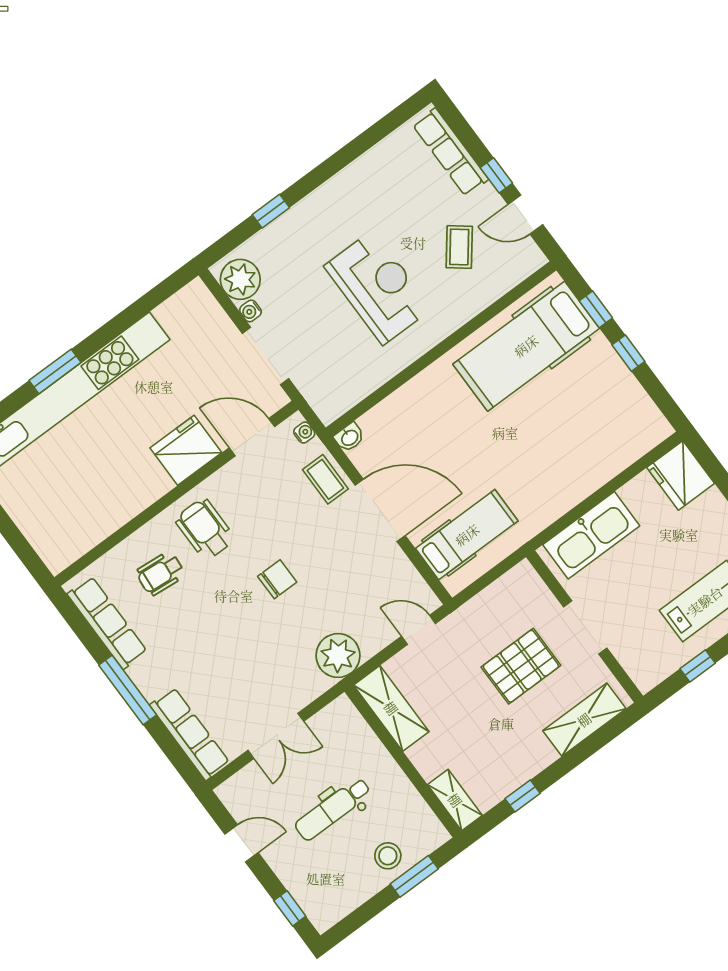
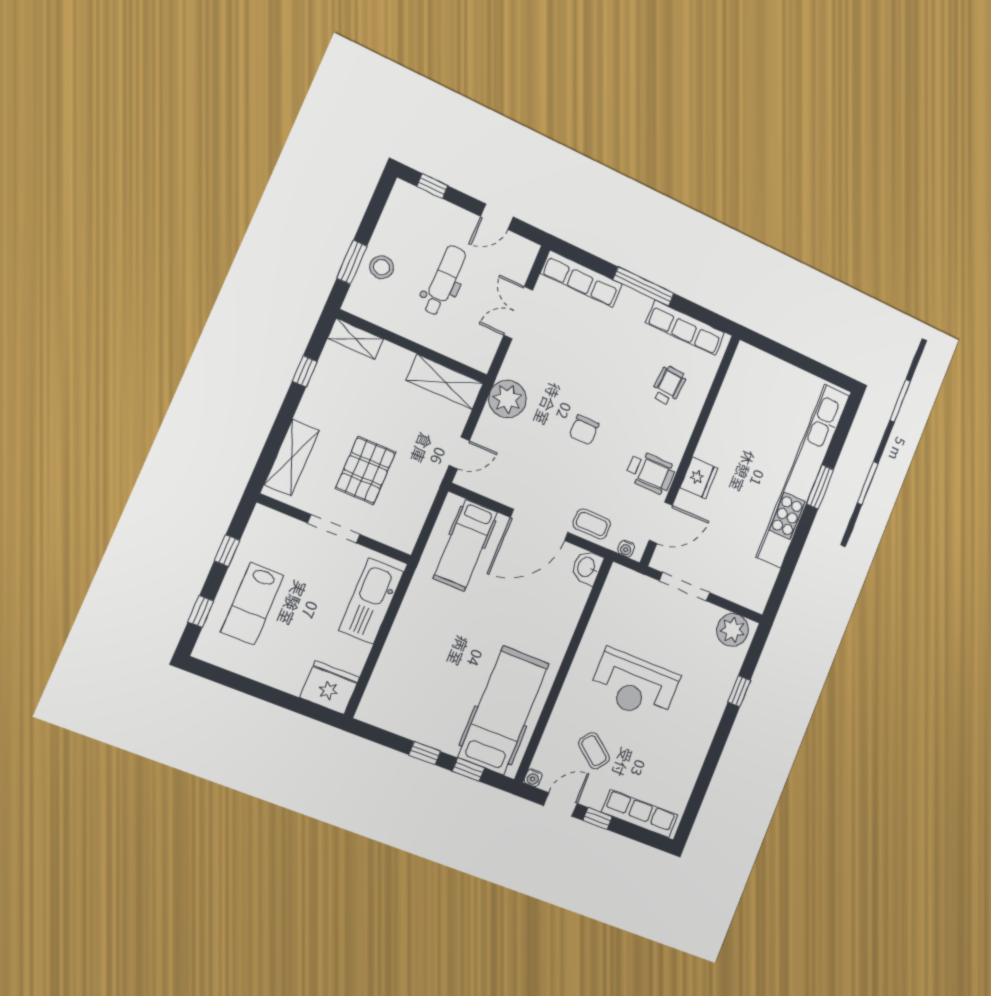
water cooler: (250, 311) -> (533, 778), moved, turned 180
washbasin: (349, 437) -> (587, 567), width x1.38, depth x1.45
fridge: (186, 450) -> (699, 478), width x0.73, depth x0.75
wheelchair: (205, 529) -> (650, 472), moved

